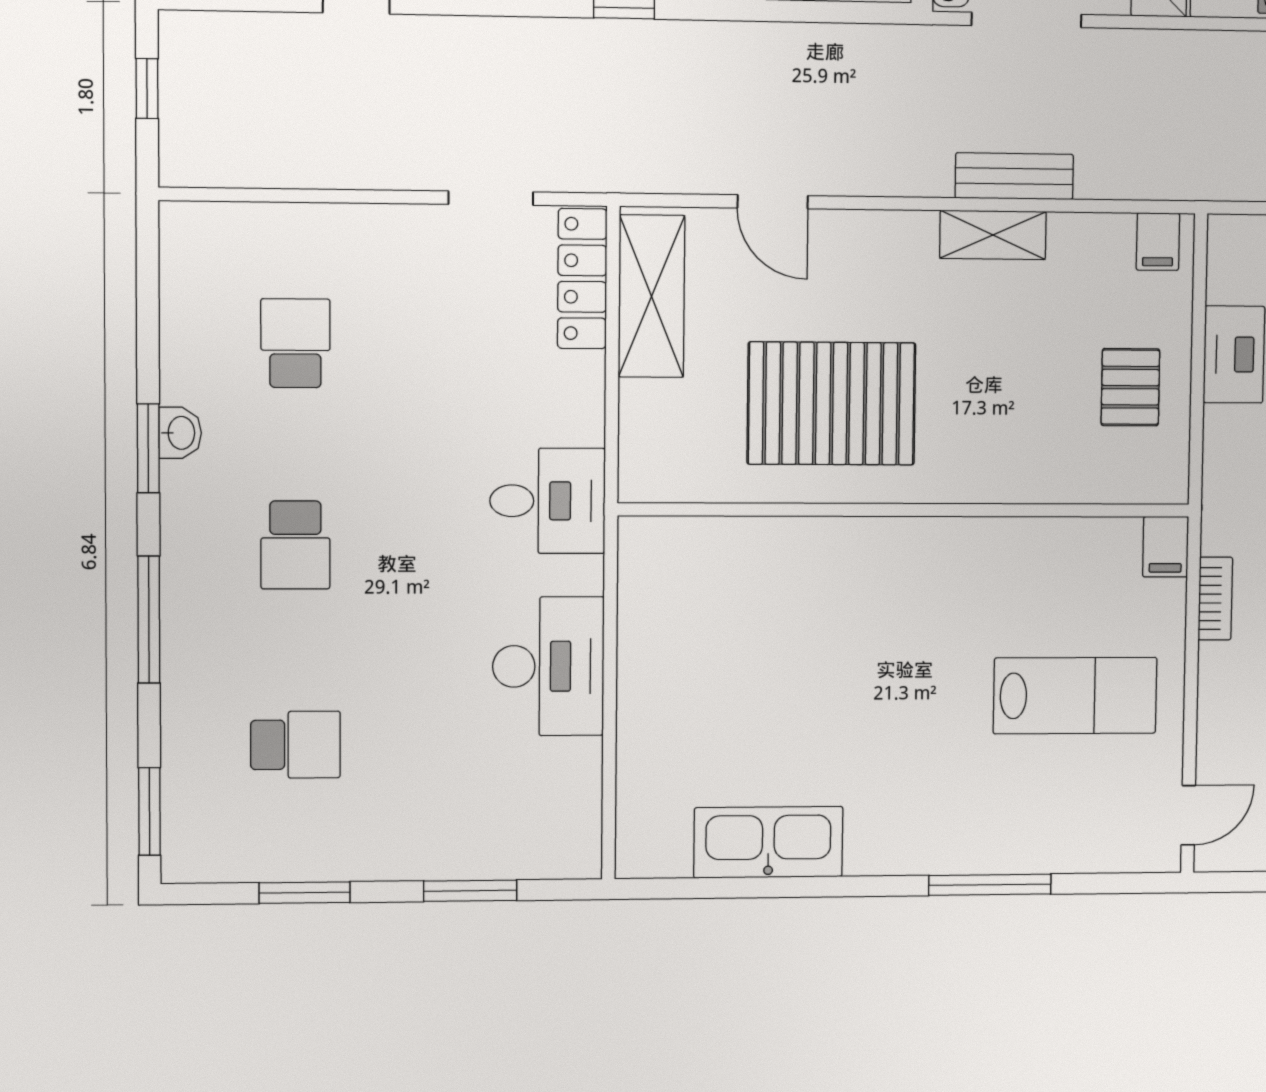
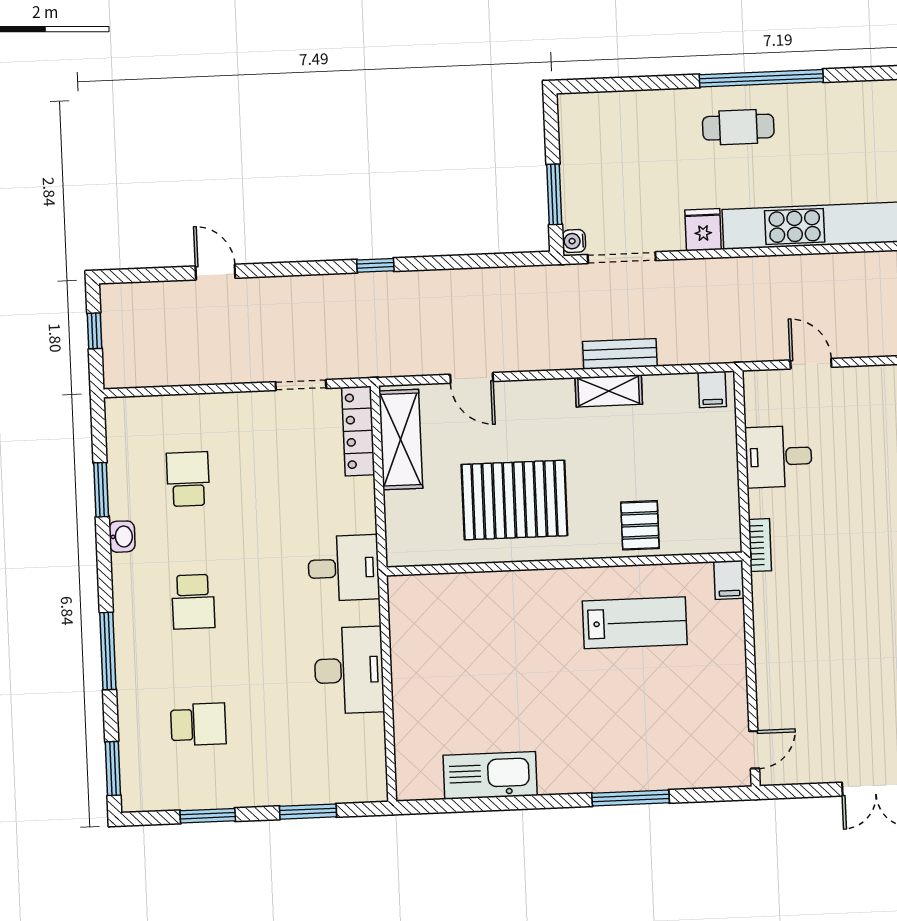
pallet: (1130, 387) -> (640, 525), moved
window: (148, 448) -> (101, 490), moved
bookcase: (1215, 599) -> (760, 545), moved
lab bench: (1075, 696) -> (635, 623), moved

